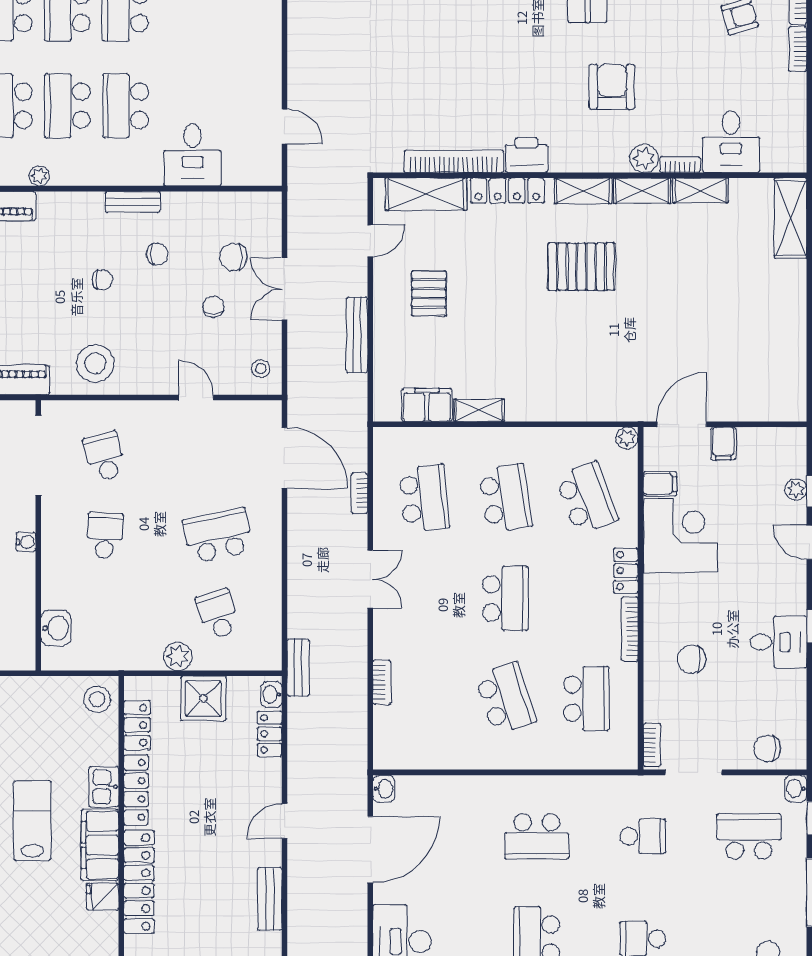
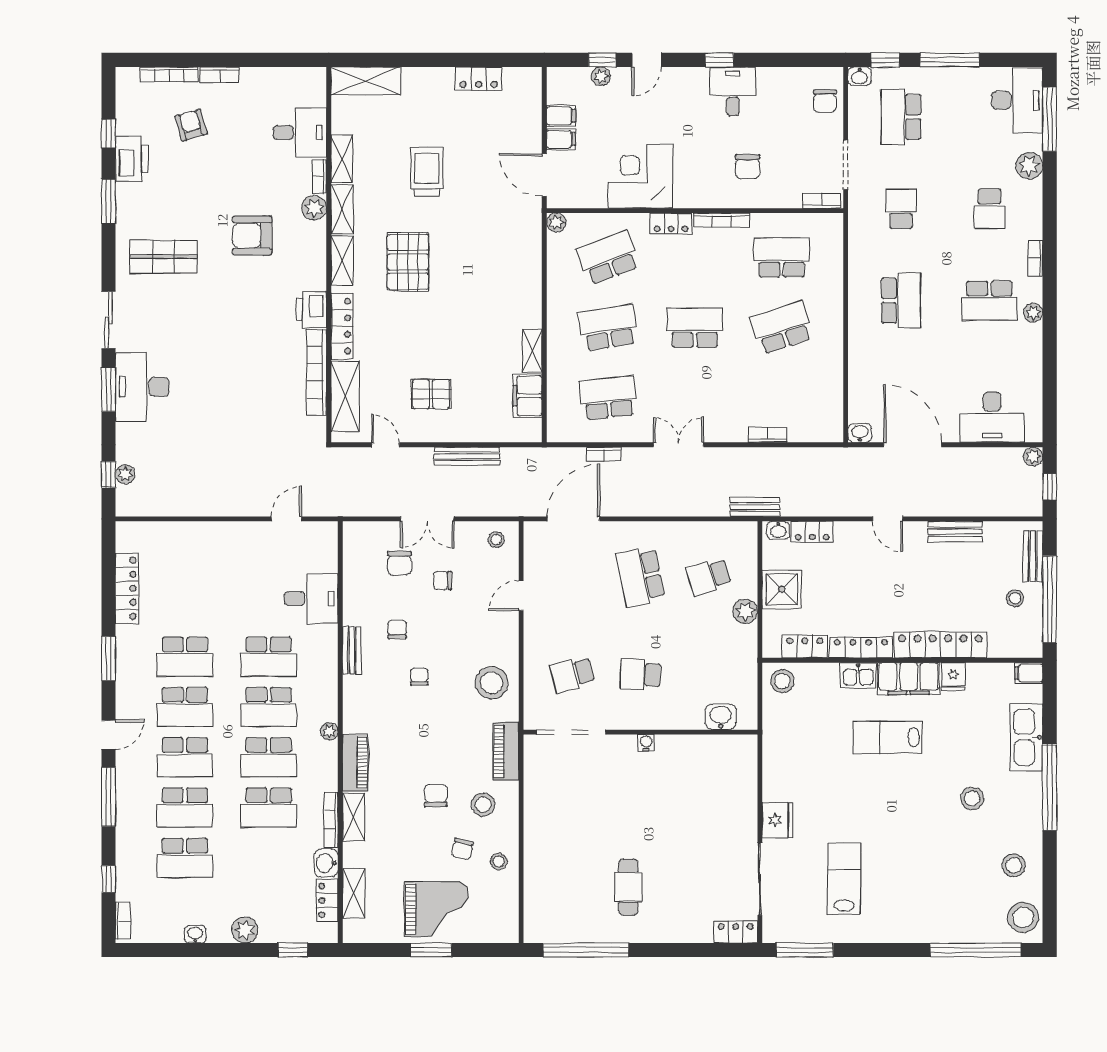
trolley: (686, 289) -> (427, 171), added
locker: (793, 348) -> (479, 79), added
filing cabinet: (660, 484) -> (561, 116), moved, turned 90

